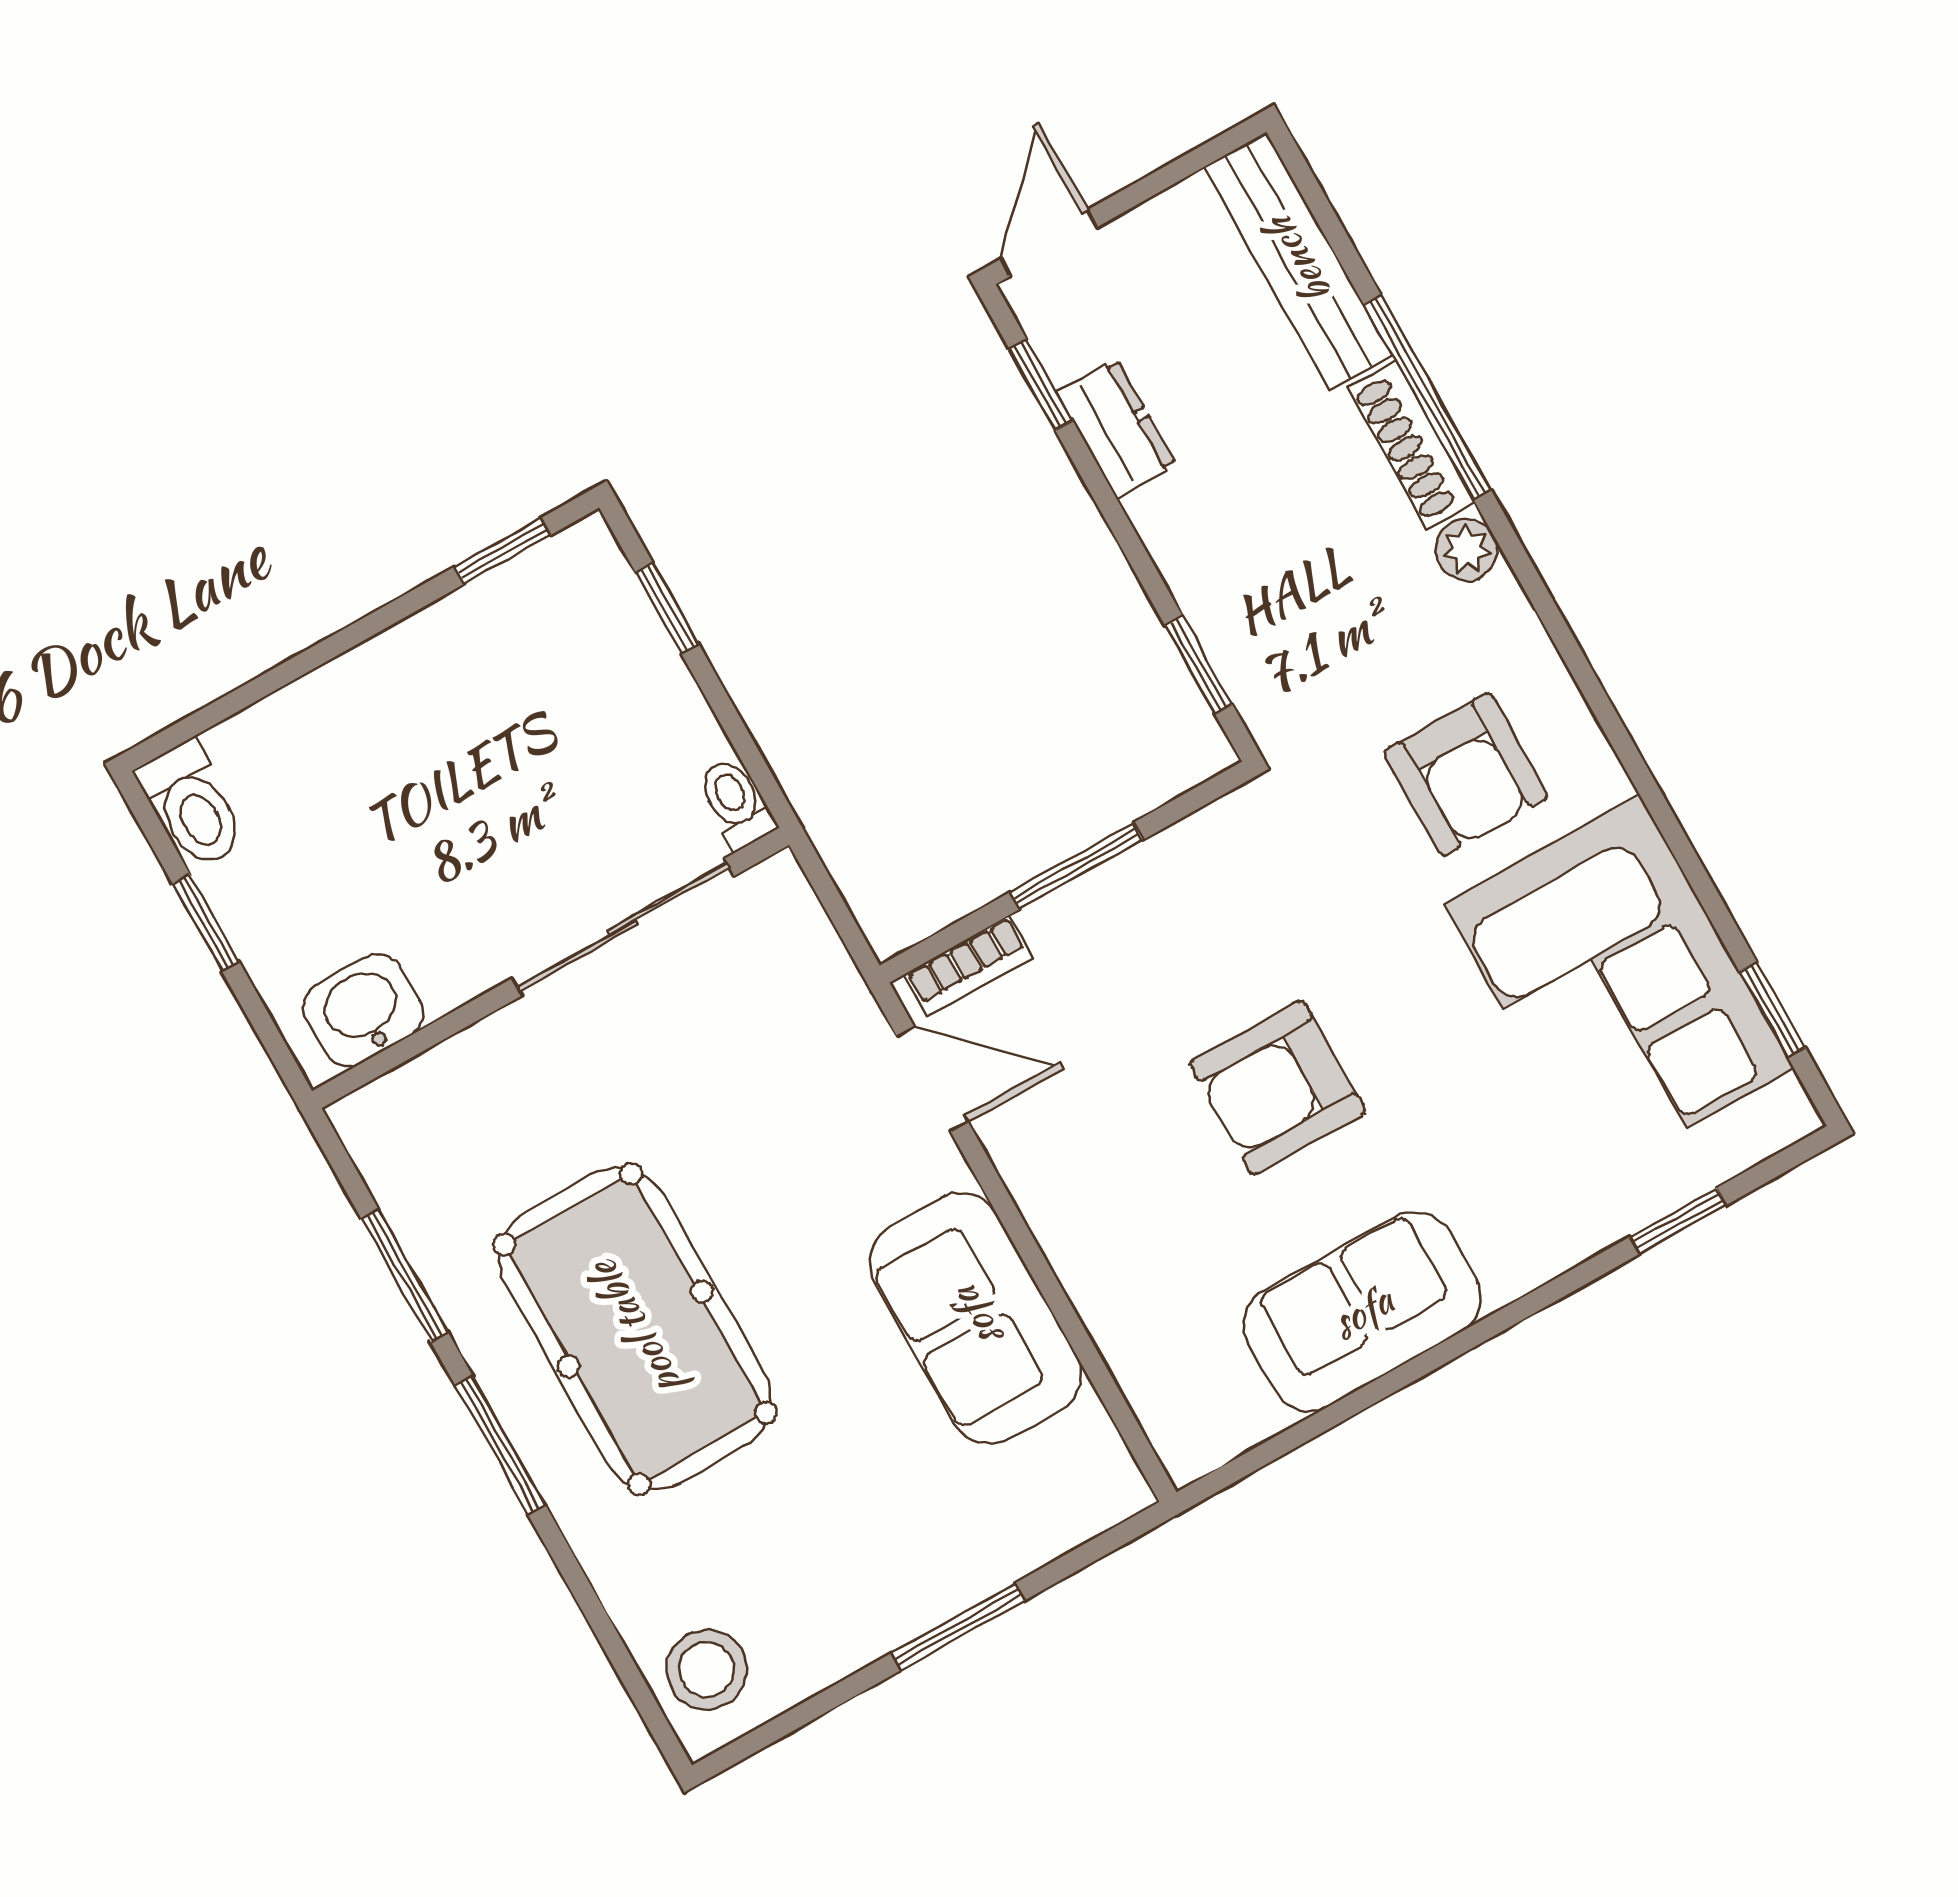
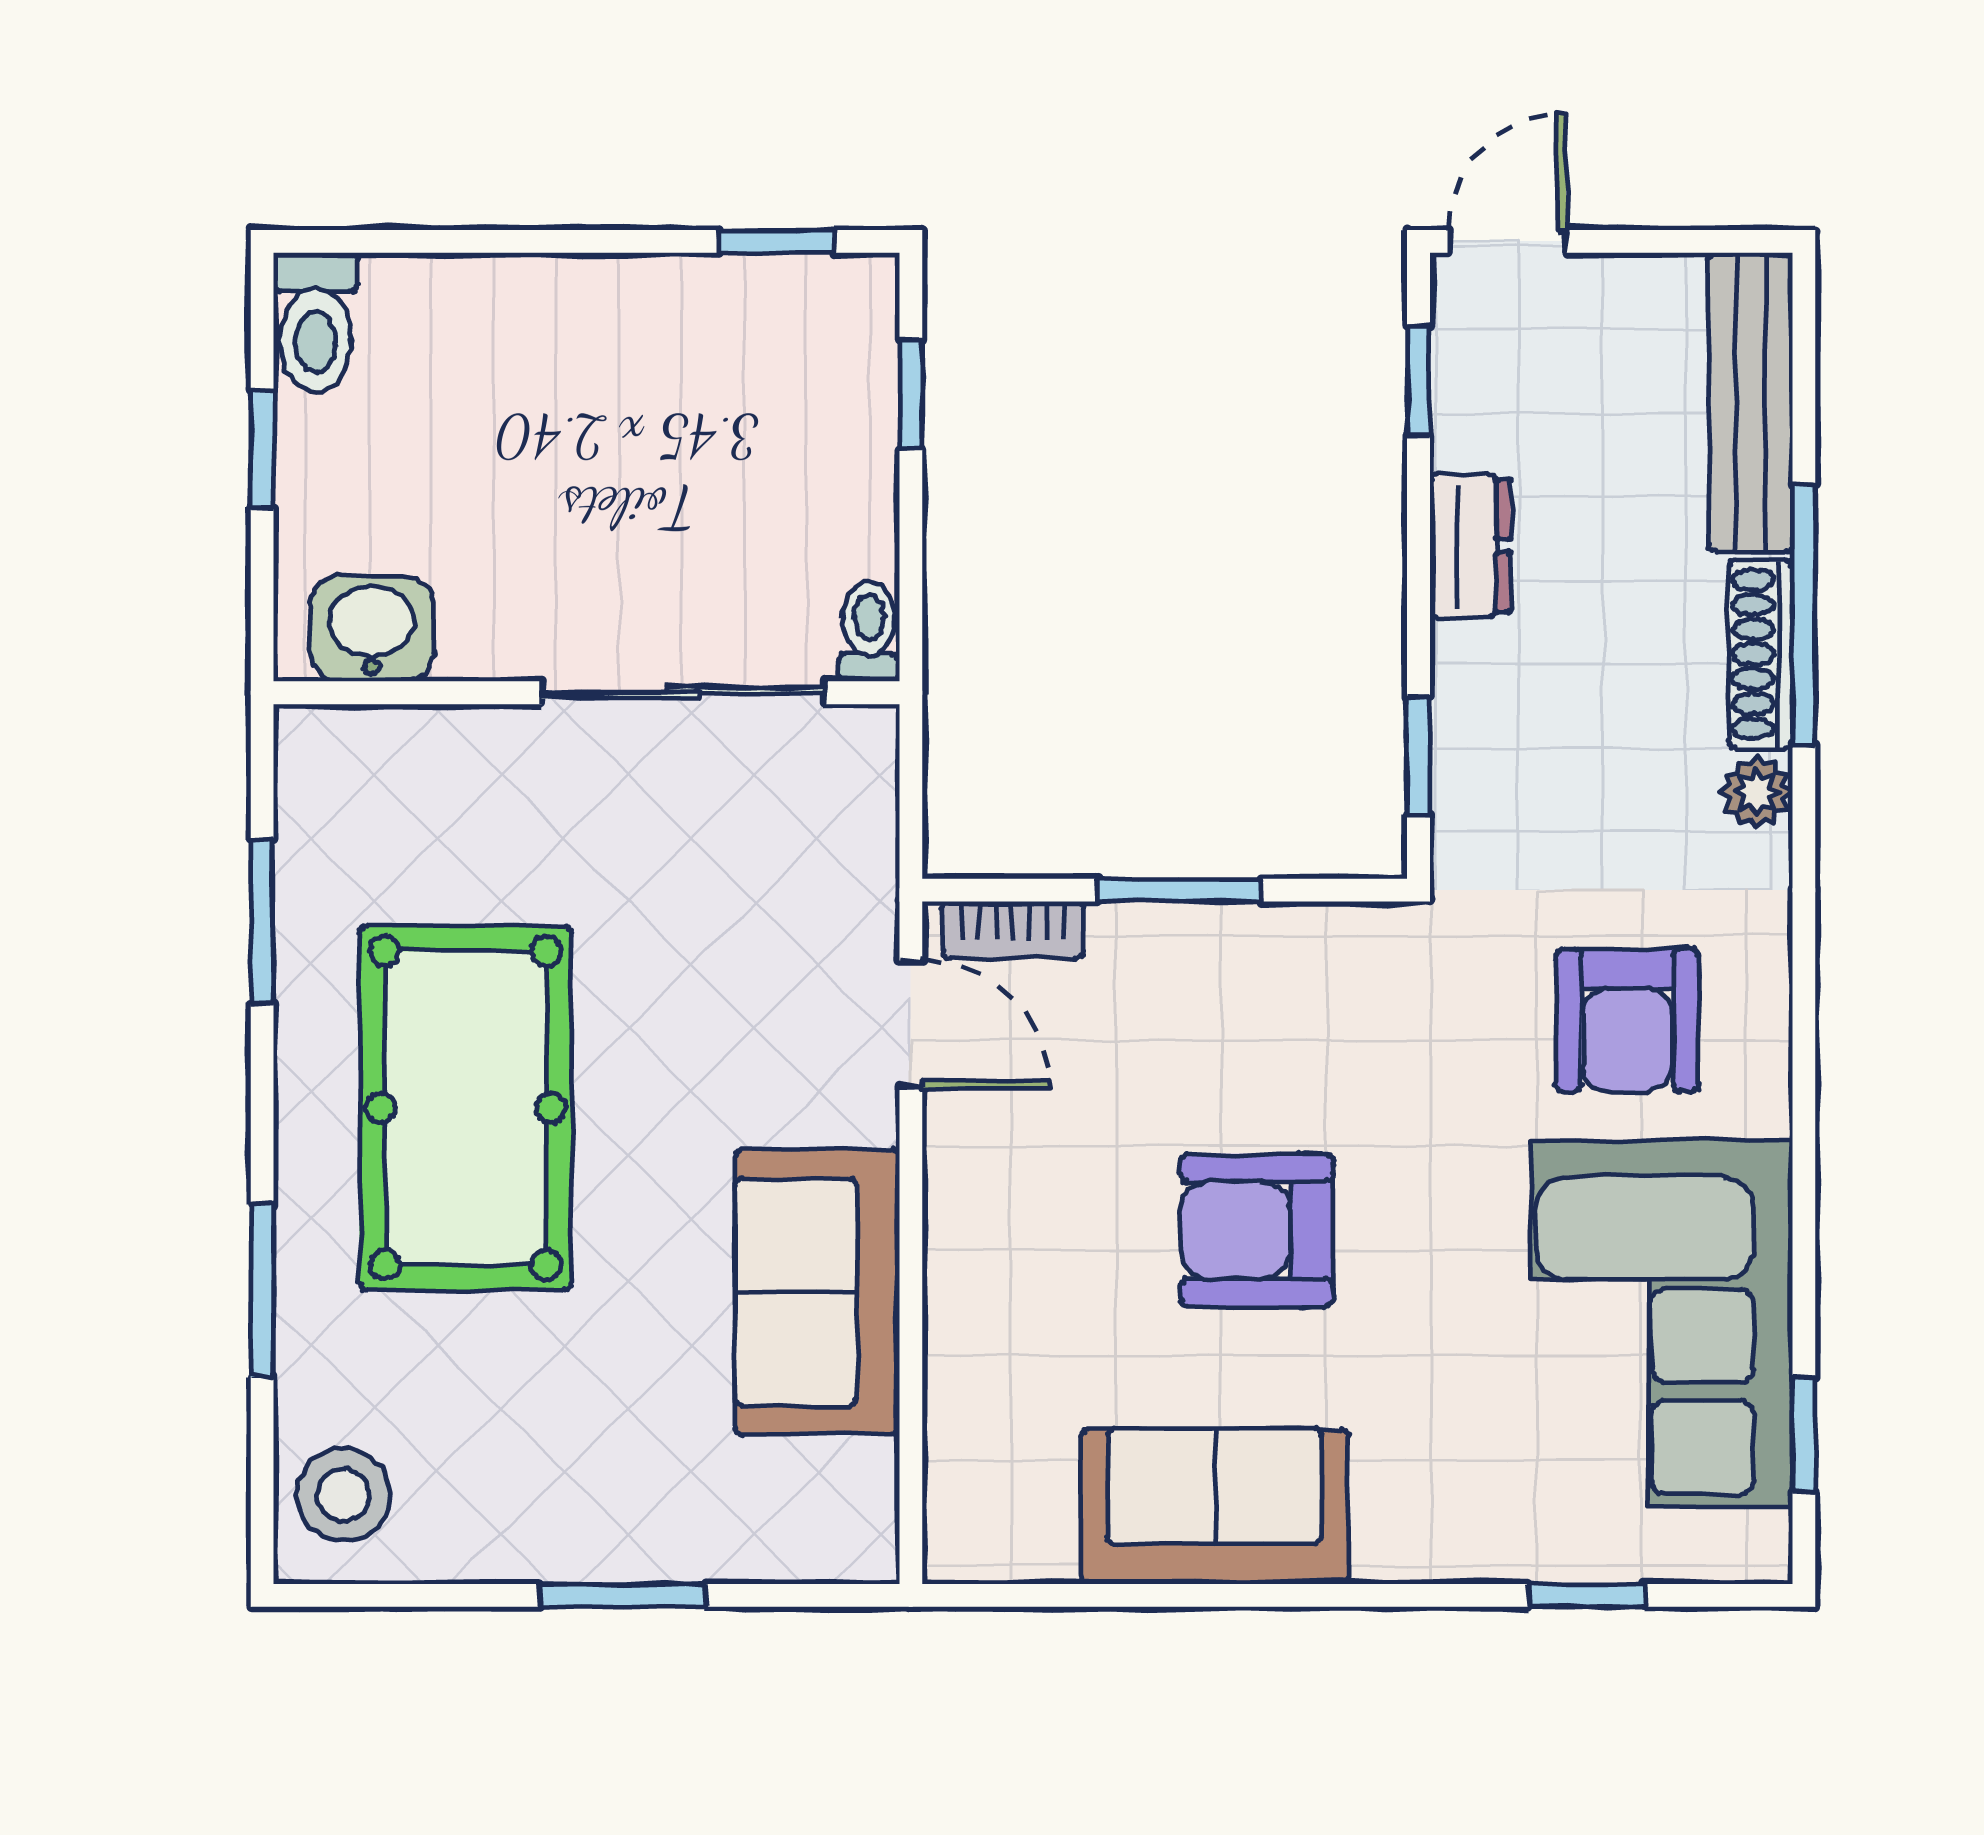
dresser: (1116, 428) -> (1470, 546), moved
window: (500, 1445) -> (262, 1290), moved

